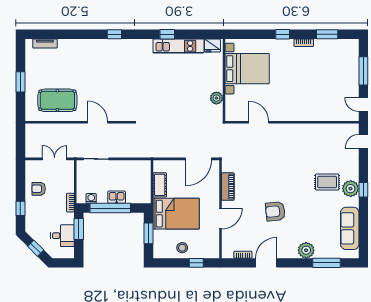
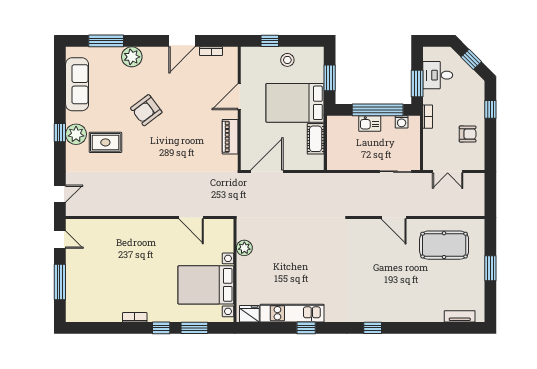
window: (327, 34) -> (194, 328), moved
armchair: (275, 211) -> (146, 110), moved, turned 149

